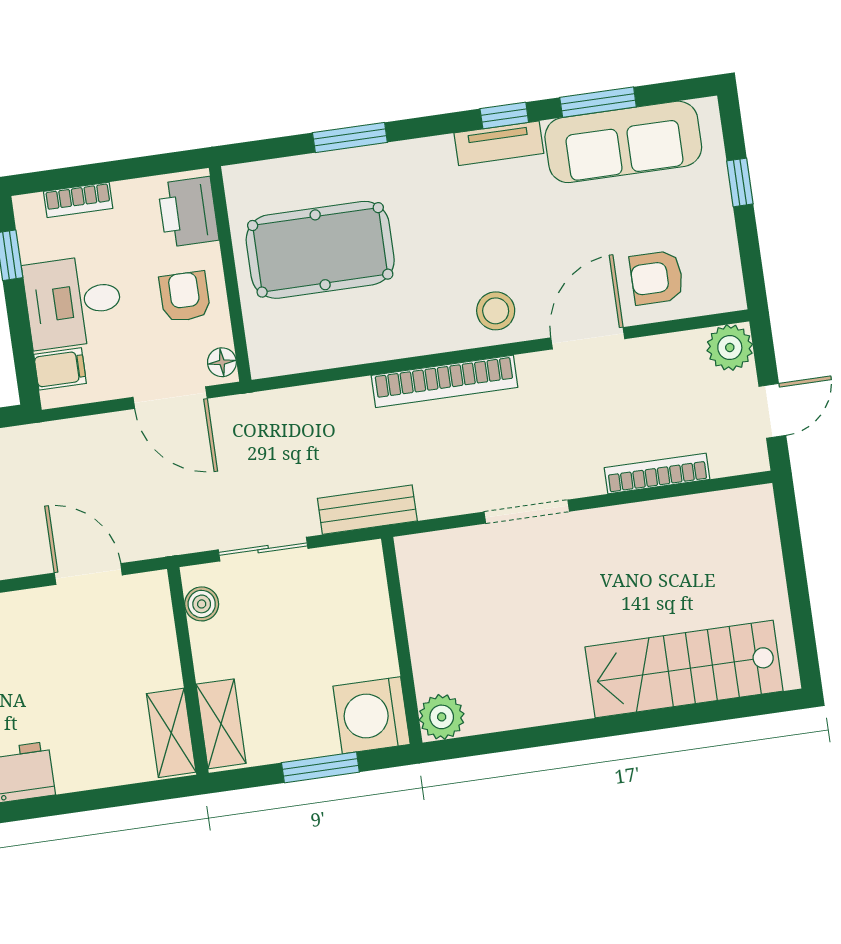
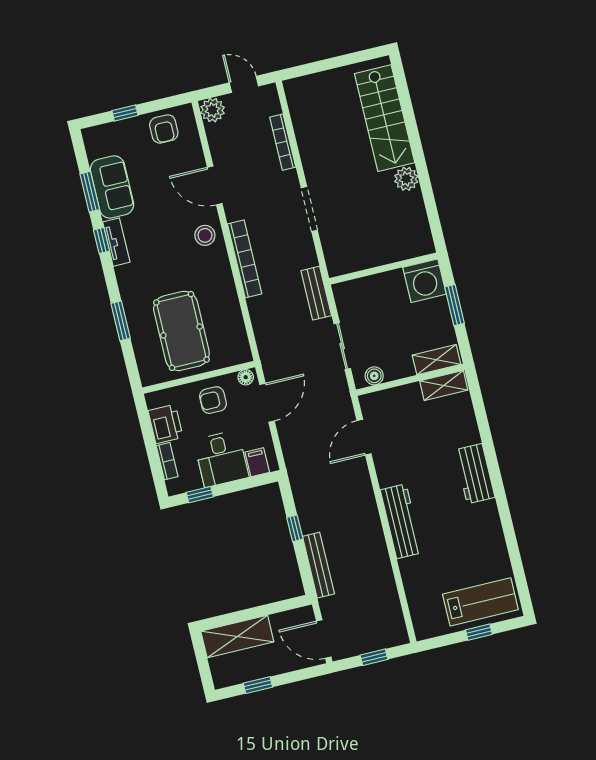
sofa: (623, 142) -> (112, 187), width x0.73
printer: (188, 212) -> (166, 424), moved, turned -90
armchair: (657, 278) -> (164, 129), moved
plant: (442, 717) -> (406, 179), moved

